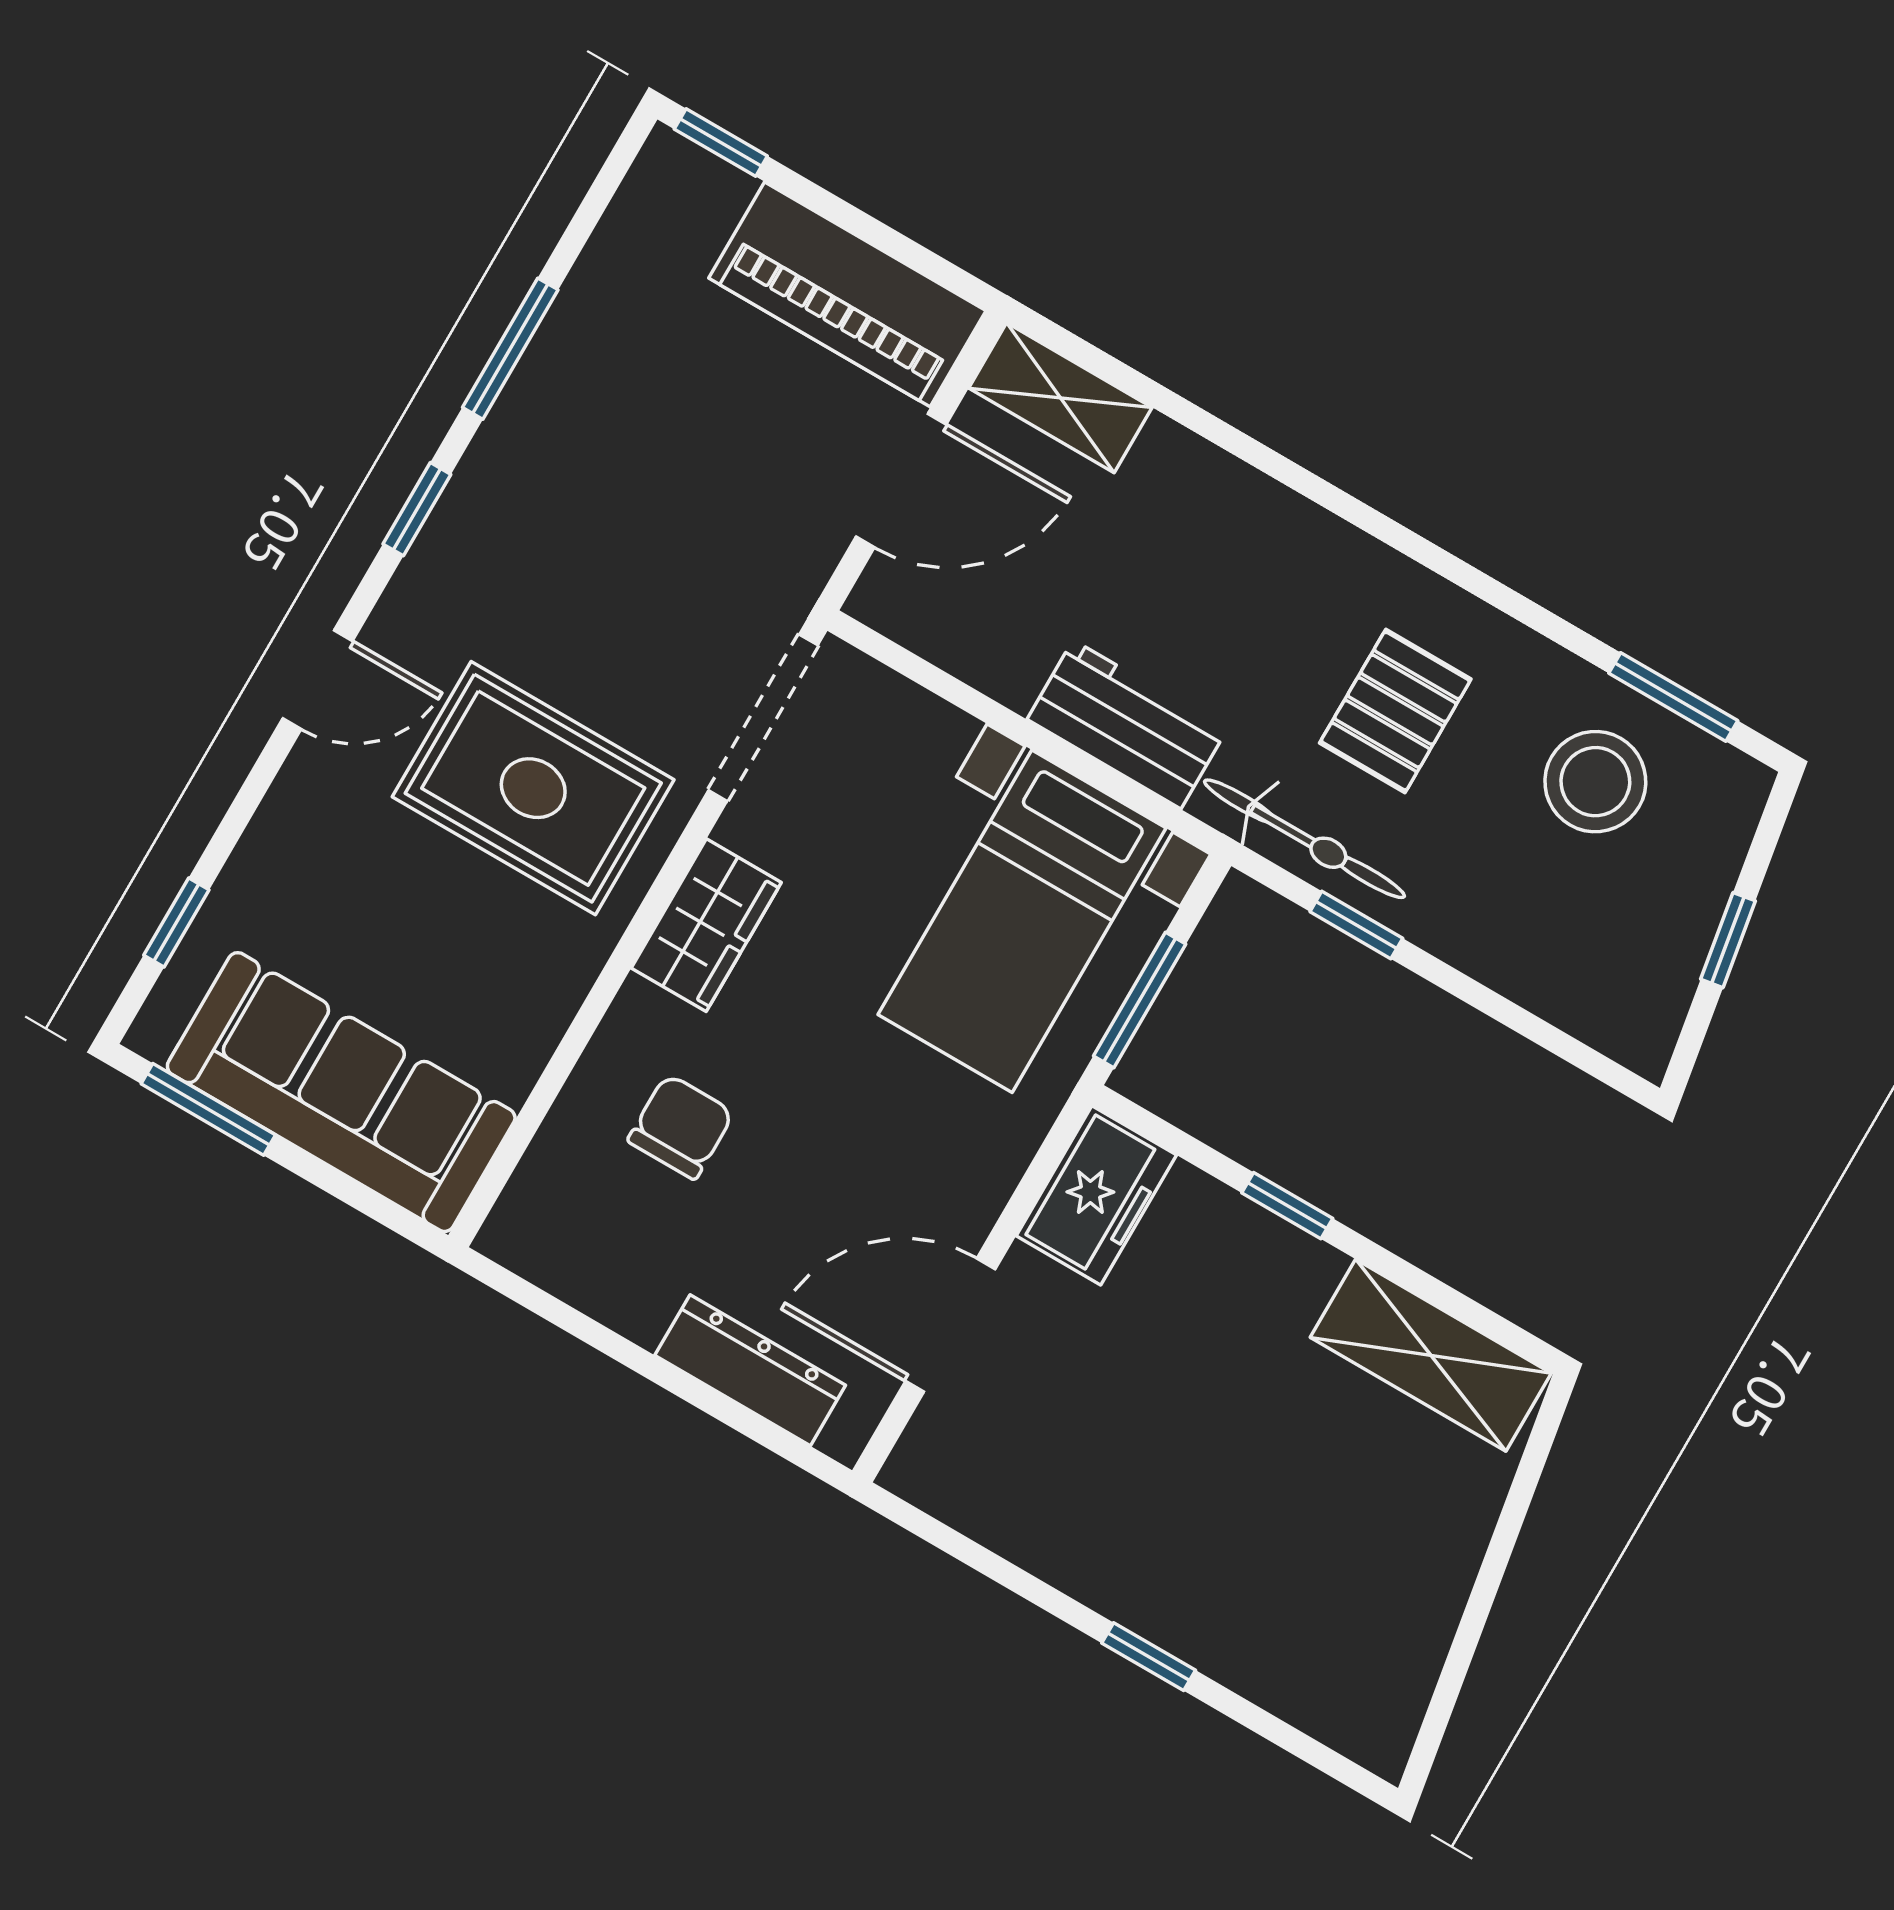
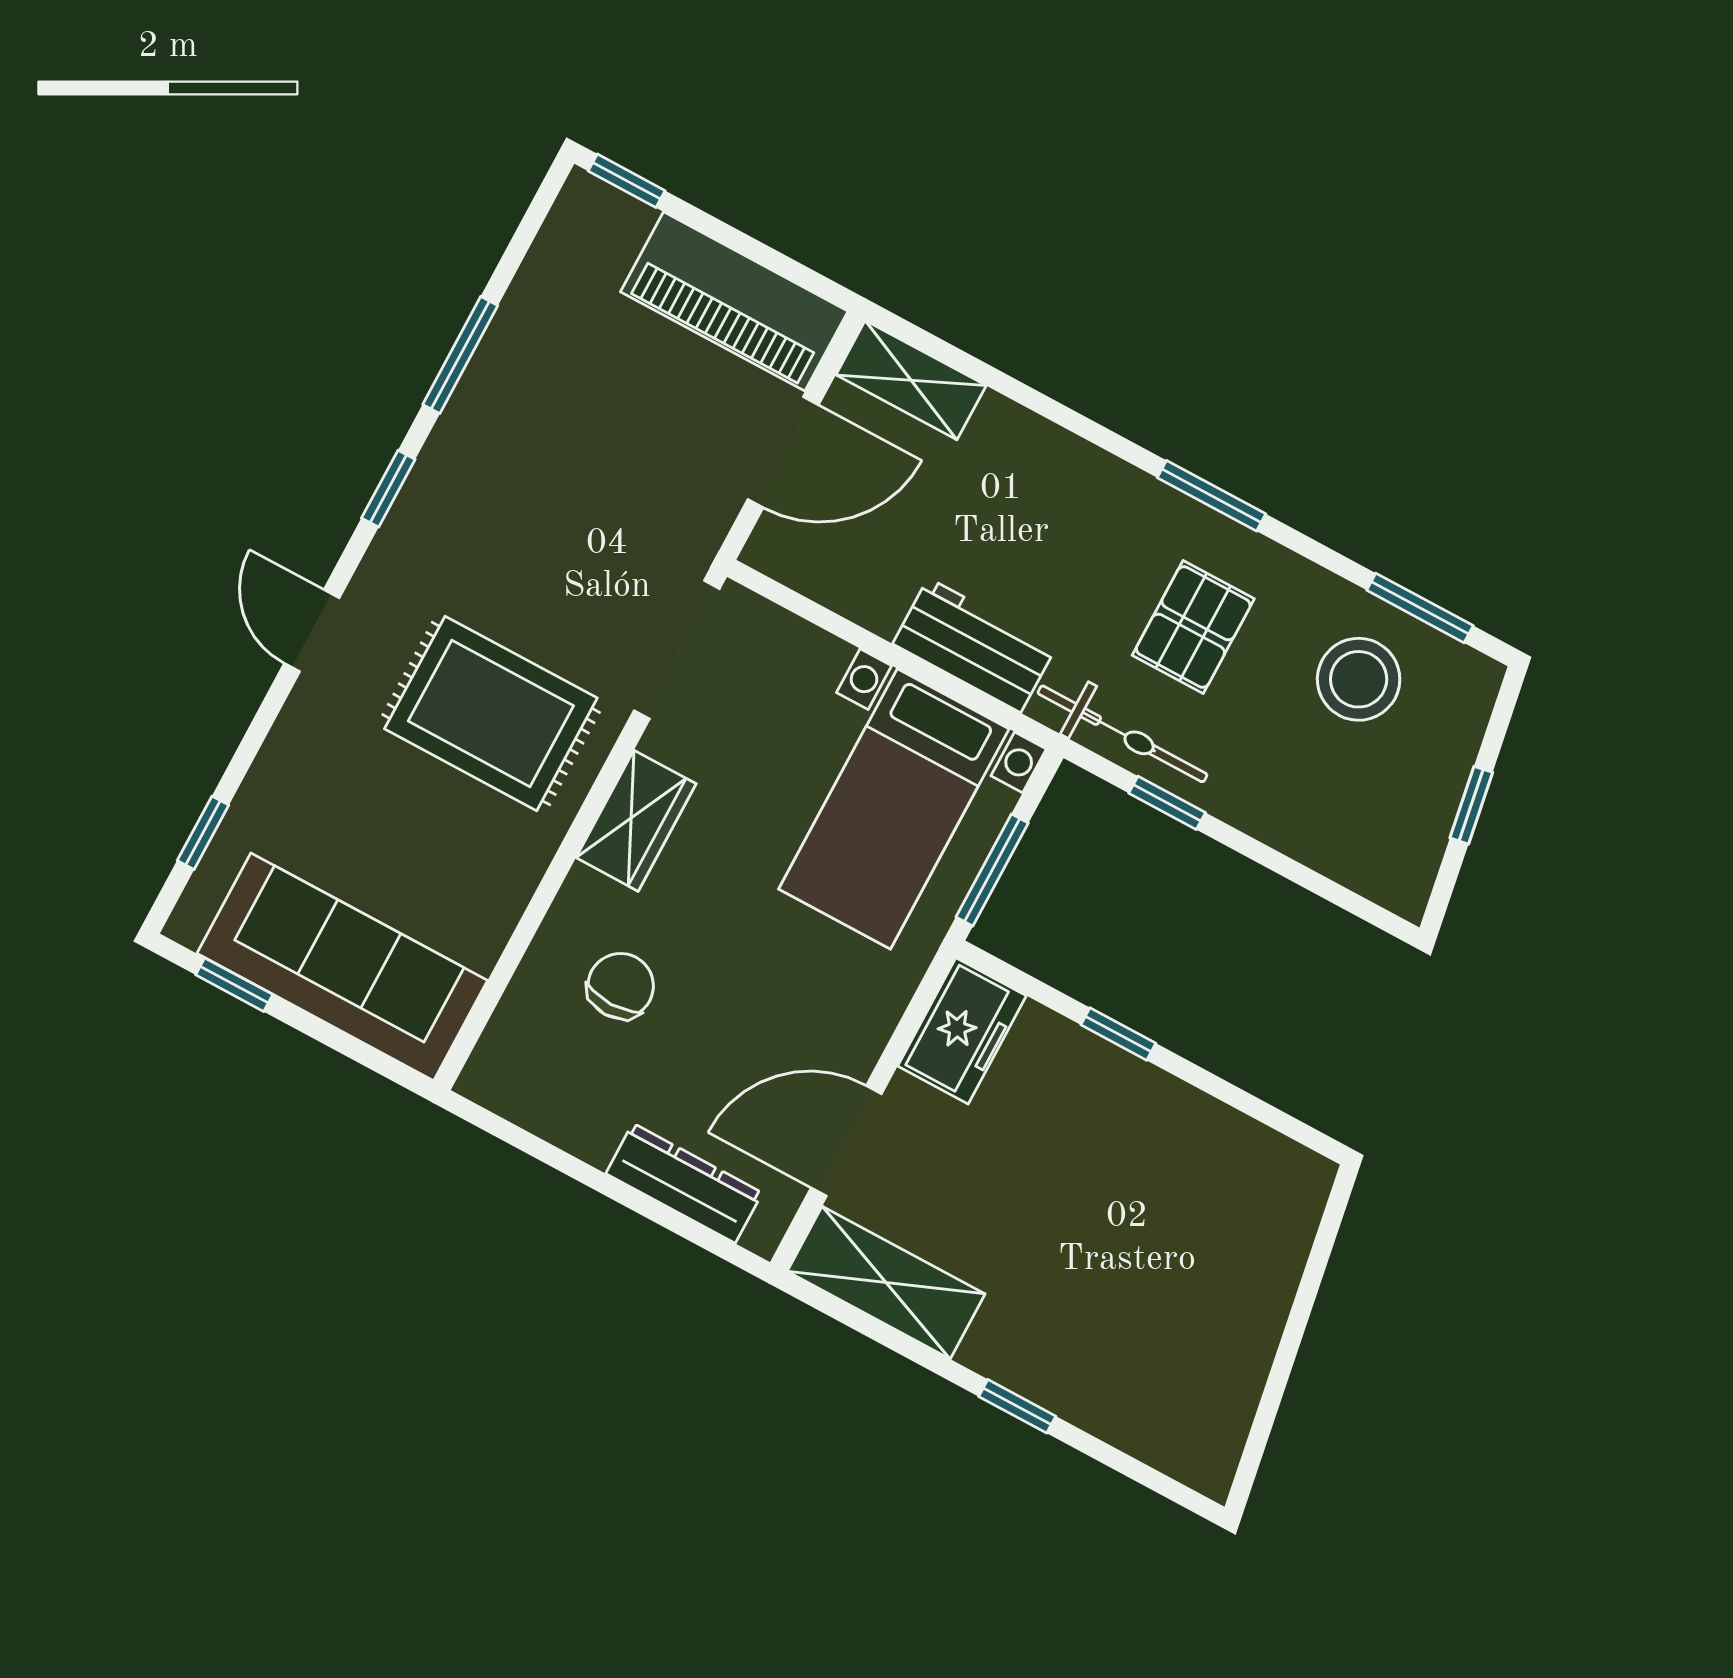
window: (1423, 551) -> (1212, 496), added
door: (318, 680) -> (312, 631), swing flipped
window: (208, 1109) -> (234, 985), width x0.67
shelving: (1431, 1355) -> (886, 1283), moved

